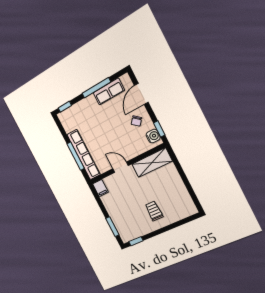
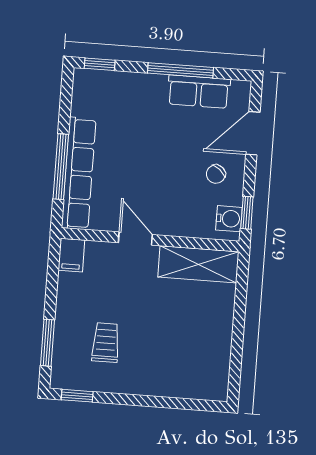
trolley: (154, 211) -> (106, 343), moved

